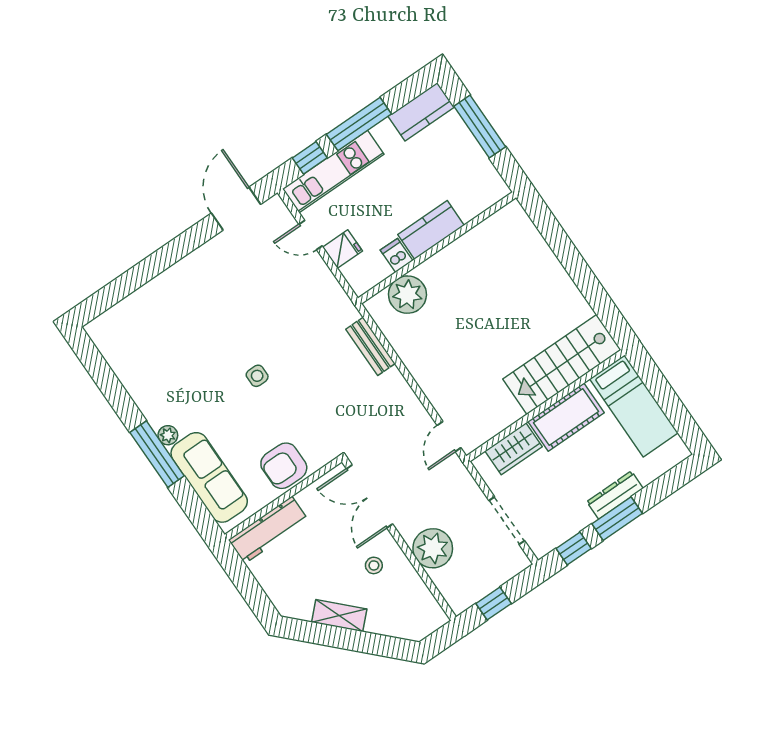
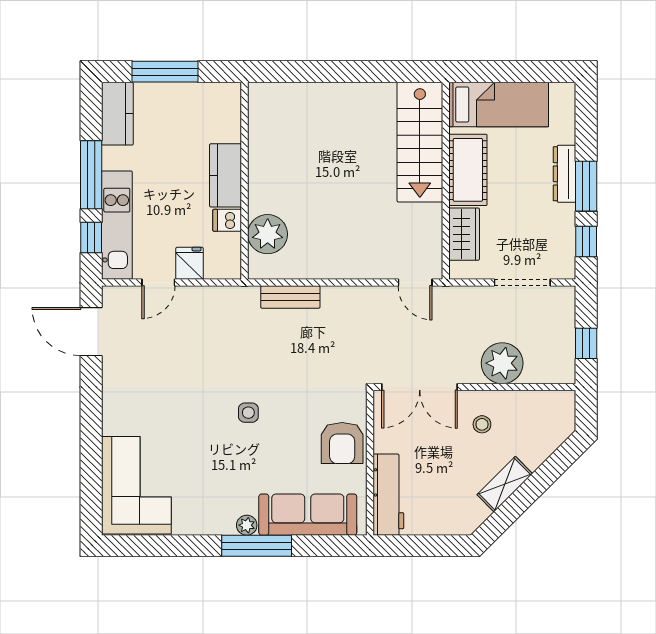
corner sofa: (140, 327) -> (136, 485), added

